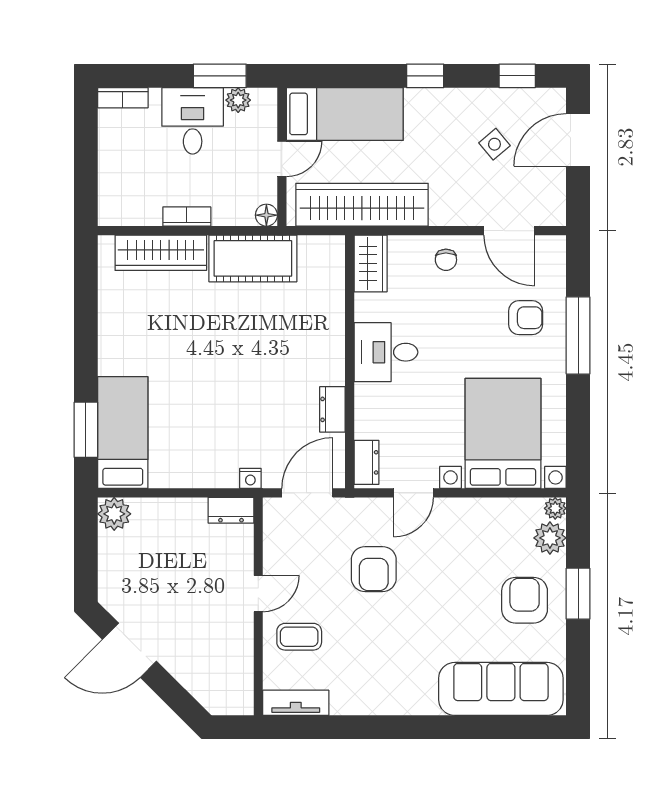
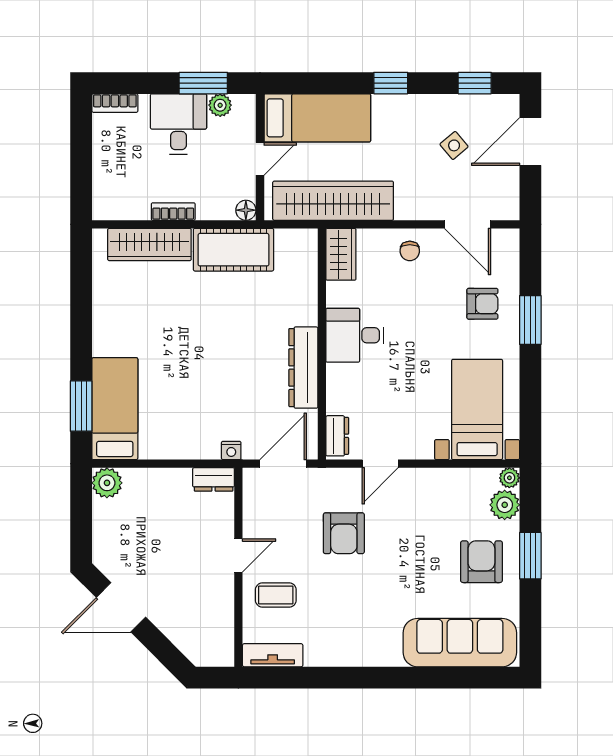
window: (578, 335) -> (530, 320), width x0.69
dresser: (332, 409) -> (303, 368), width x1.96, depth x1.24
bed with nightstands: (503, 433) -> (477, 409), width x0.73

